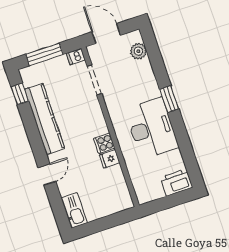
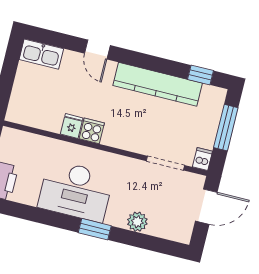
plant: (138, 51) -> (137, 222), moved

